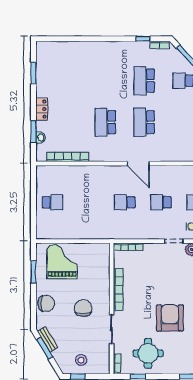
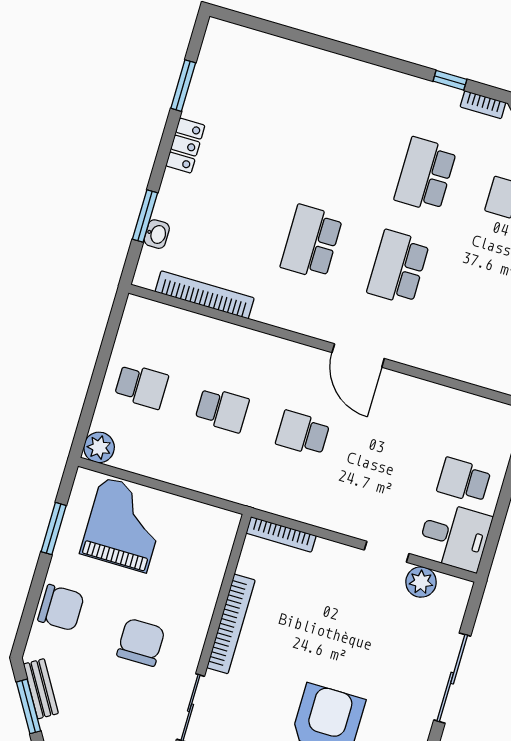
locker: (42, 109) -> (185, 146), moved
school desk: (161, 202) -> (222, 410), moved, turned 180
plant: (42, 233) -> (99, 447), added

